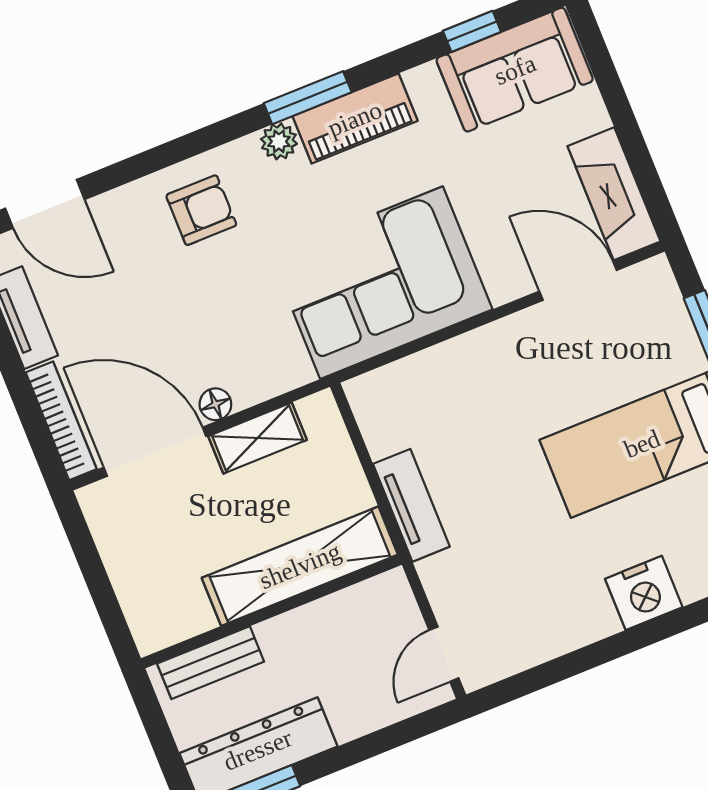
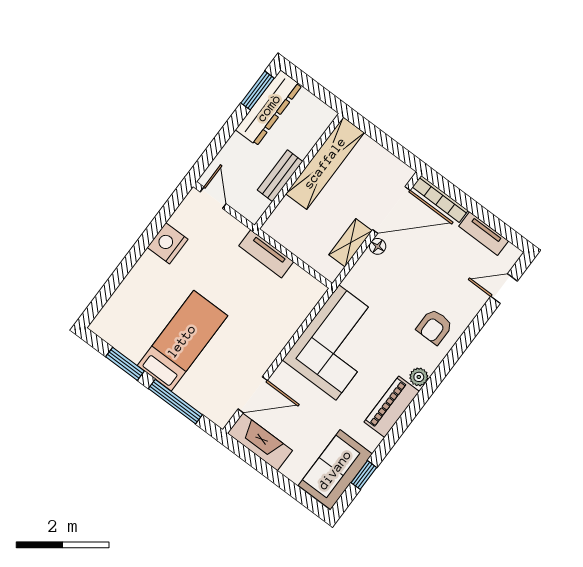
window: (308, 98) -> (418, 403), removed
door: (45, 204) -> (504, 289), width x0.73
shelving: (300, 566) -> (325, 163), moved
nightstand: (644, 593) -> (168, 243), moved
bench: (211, 663) -> (280, 176), moved

